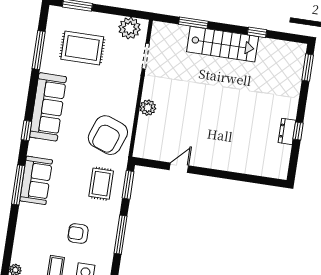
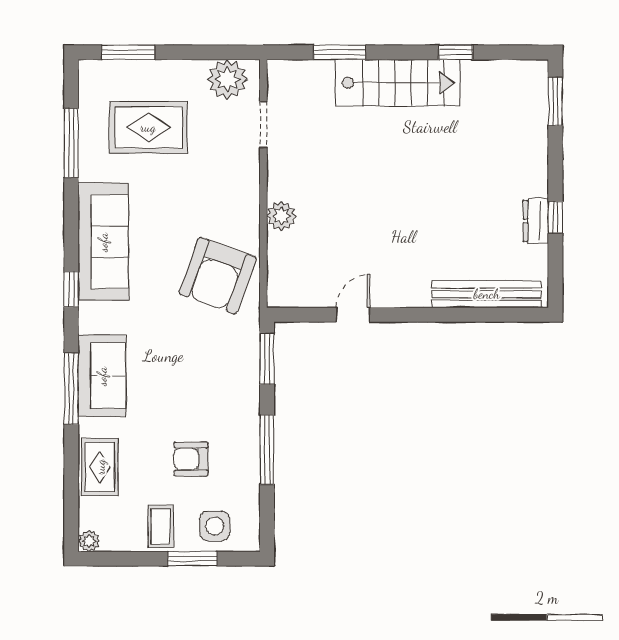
bench: (254, 168) -> (487, 294), added
rug: (101, 184) -> (100, 467), moved

